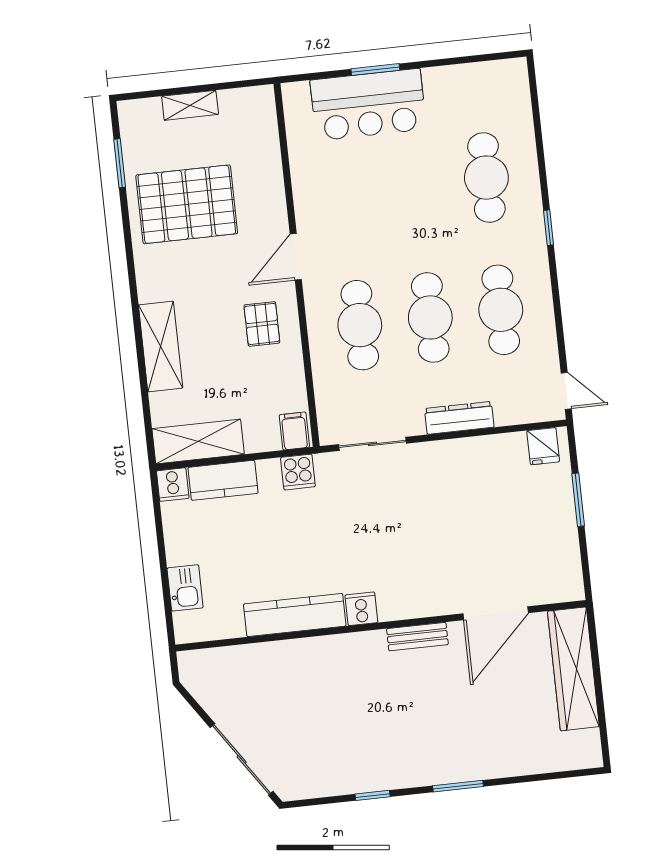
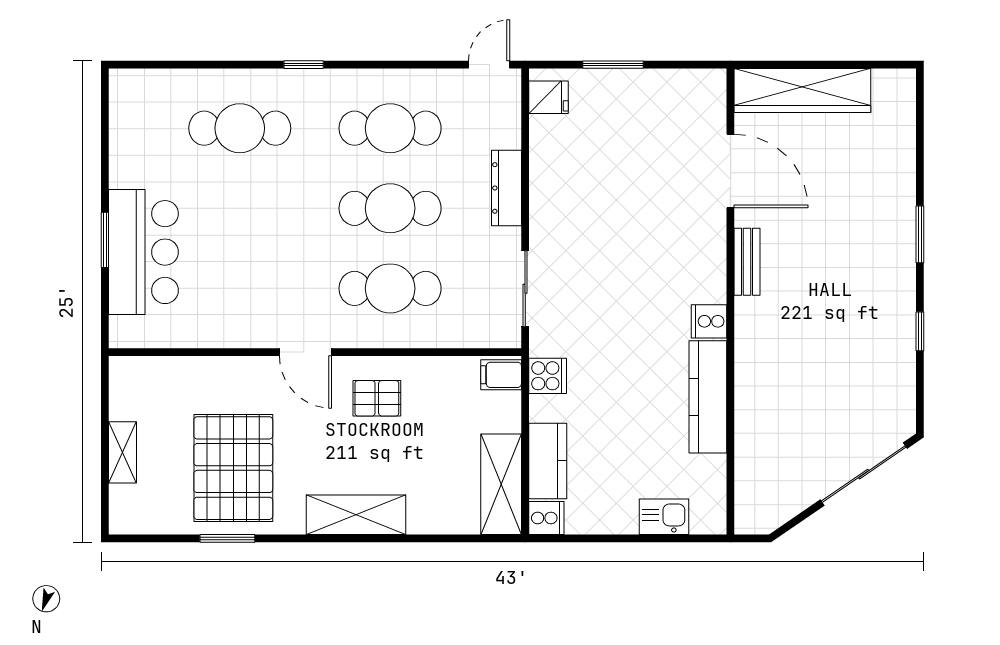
window: (120, 163) -> (227, 538), moved
shelving: (161, 346) -> (356, 515), moved

